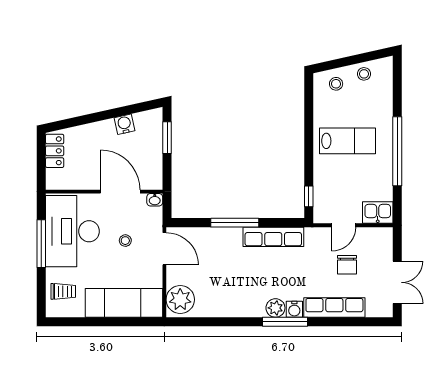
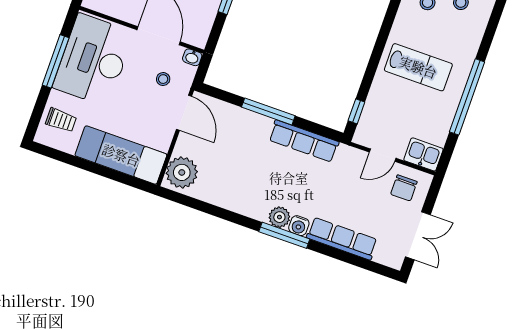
stool: (125, 241) -> (163, 79), moved
chair: (347, 265) -> (404, 188), moved

